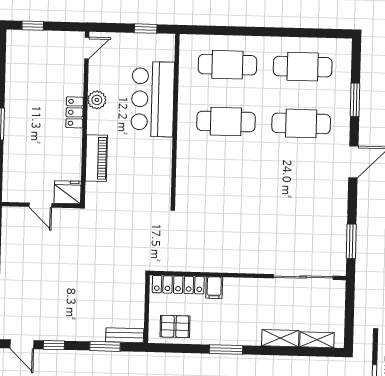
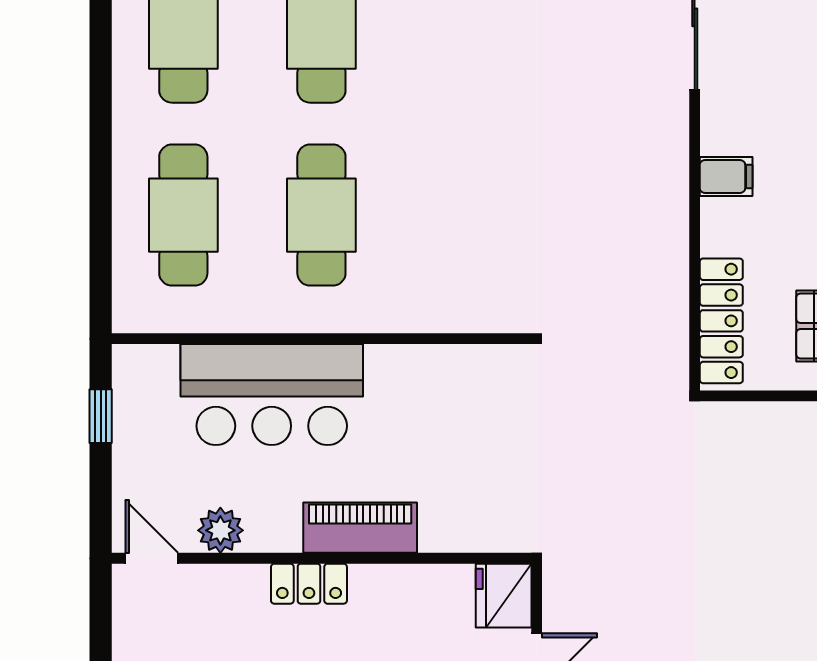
plant: (97, 100) -> (220, 530), moved
piano: (96, 158) -> (360, 528), moved
filing cabinet: (214, 288) -> (726, 177), moved

